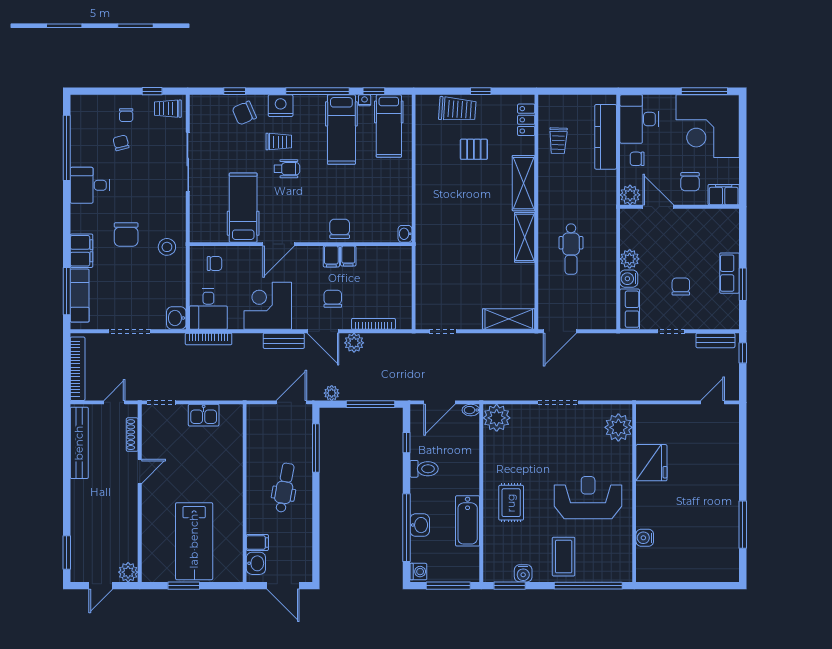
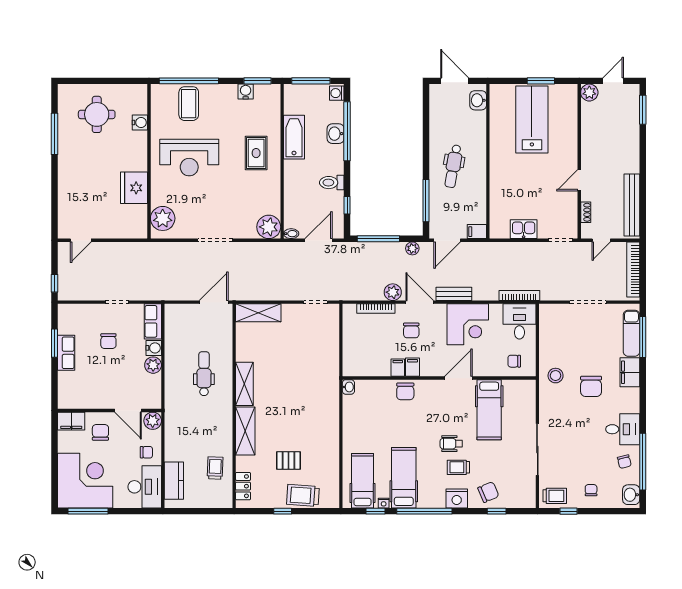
kitchen counter: (606, 137) -> (174, 481), width x0.67
chair: (121, 143) -> (624, 462), moved
chair: (126, 235) -> (591, 386), turned 180
washbasin: (176, 318) -> (631, 495), moved, turned 180
bench: (715, 340) -> (78, 294), removed
shoe rack: (132, 435) -> (586, 212), width x0.70
filing cabinet: (257, 542) -> (477, 232), moved
round table: (694, 547) -> (97, 114), added
coffee table: (564, 557) -> (189, 104), moved

